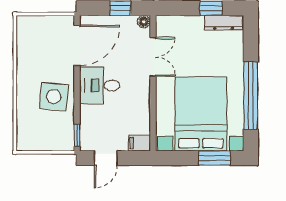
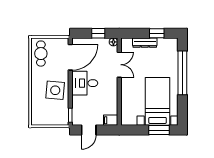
dresser: (223, 23) -> (145, 43), moved
cafe table: (32, 40) -> (41, 54), added
window: (251, 96) -> (182, 73), moved
bed with nightstands: (201, 114) -> (158, 101), width x0.73

